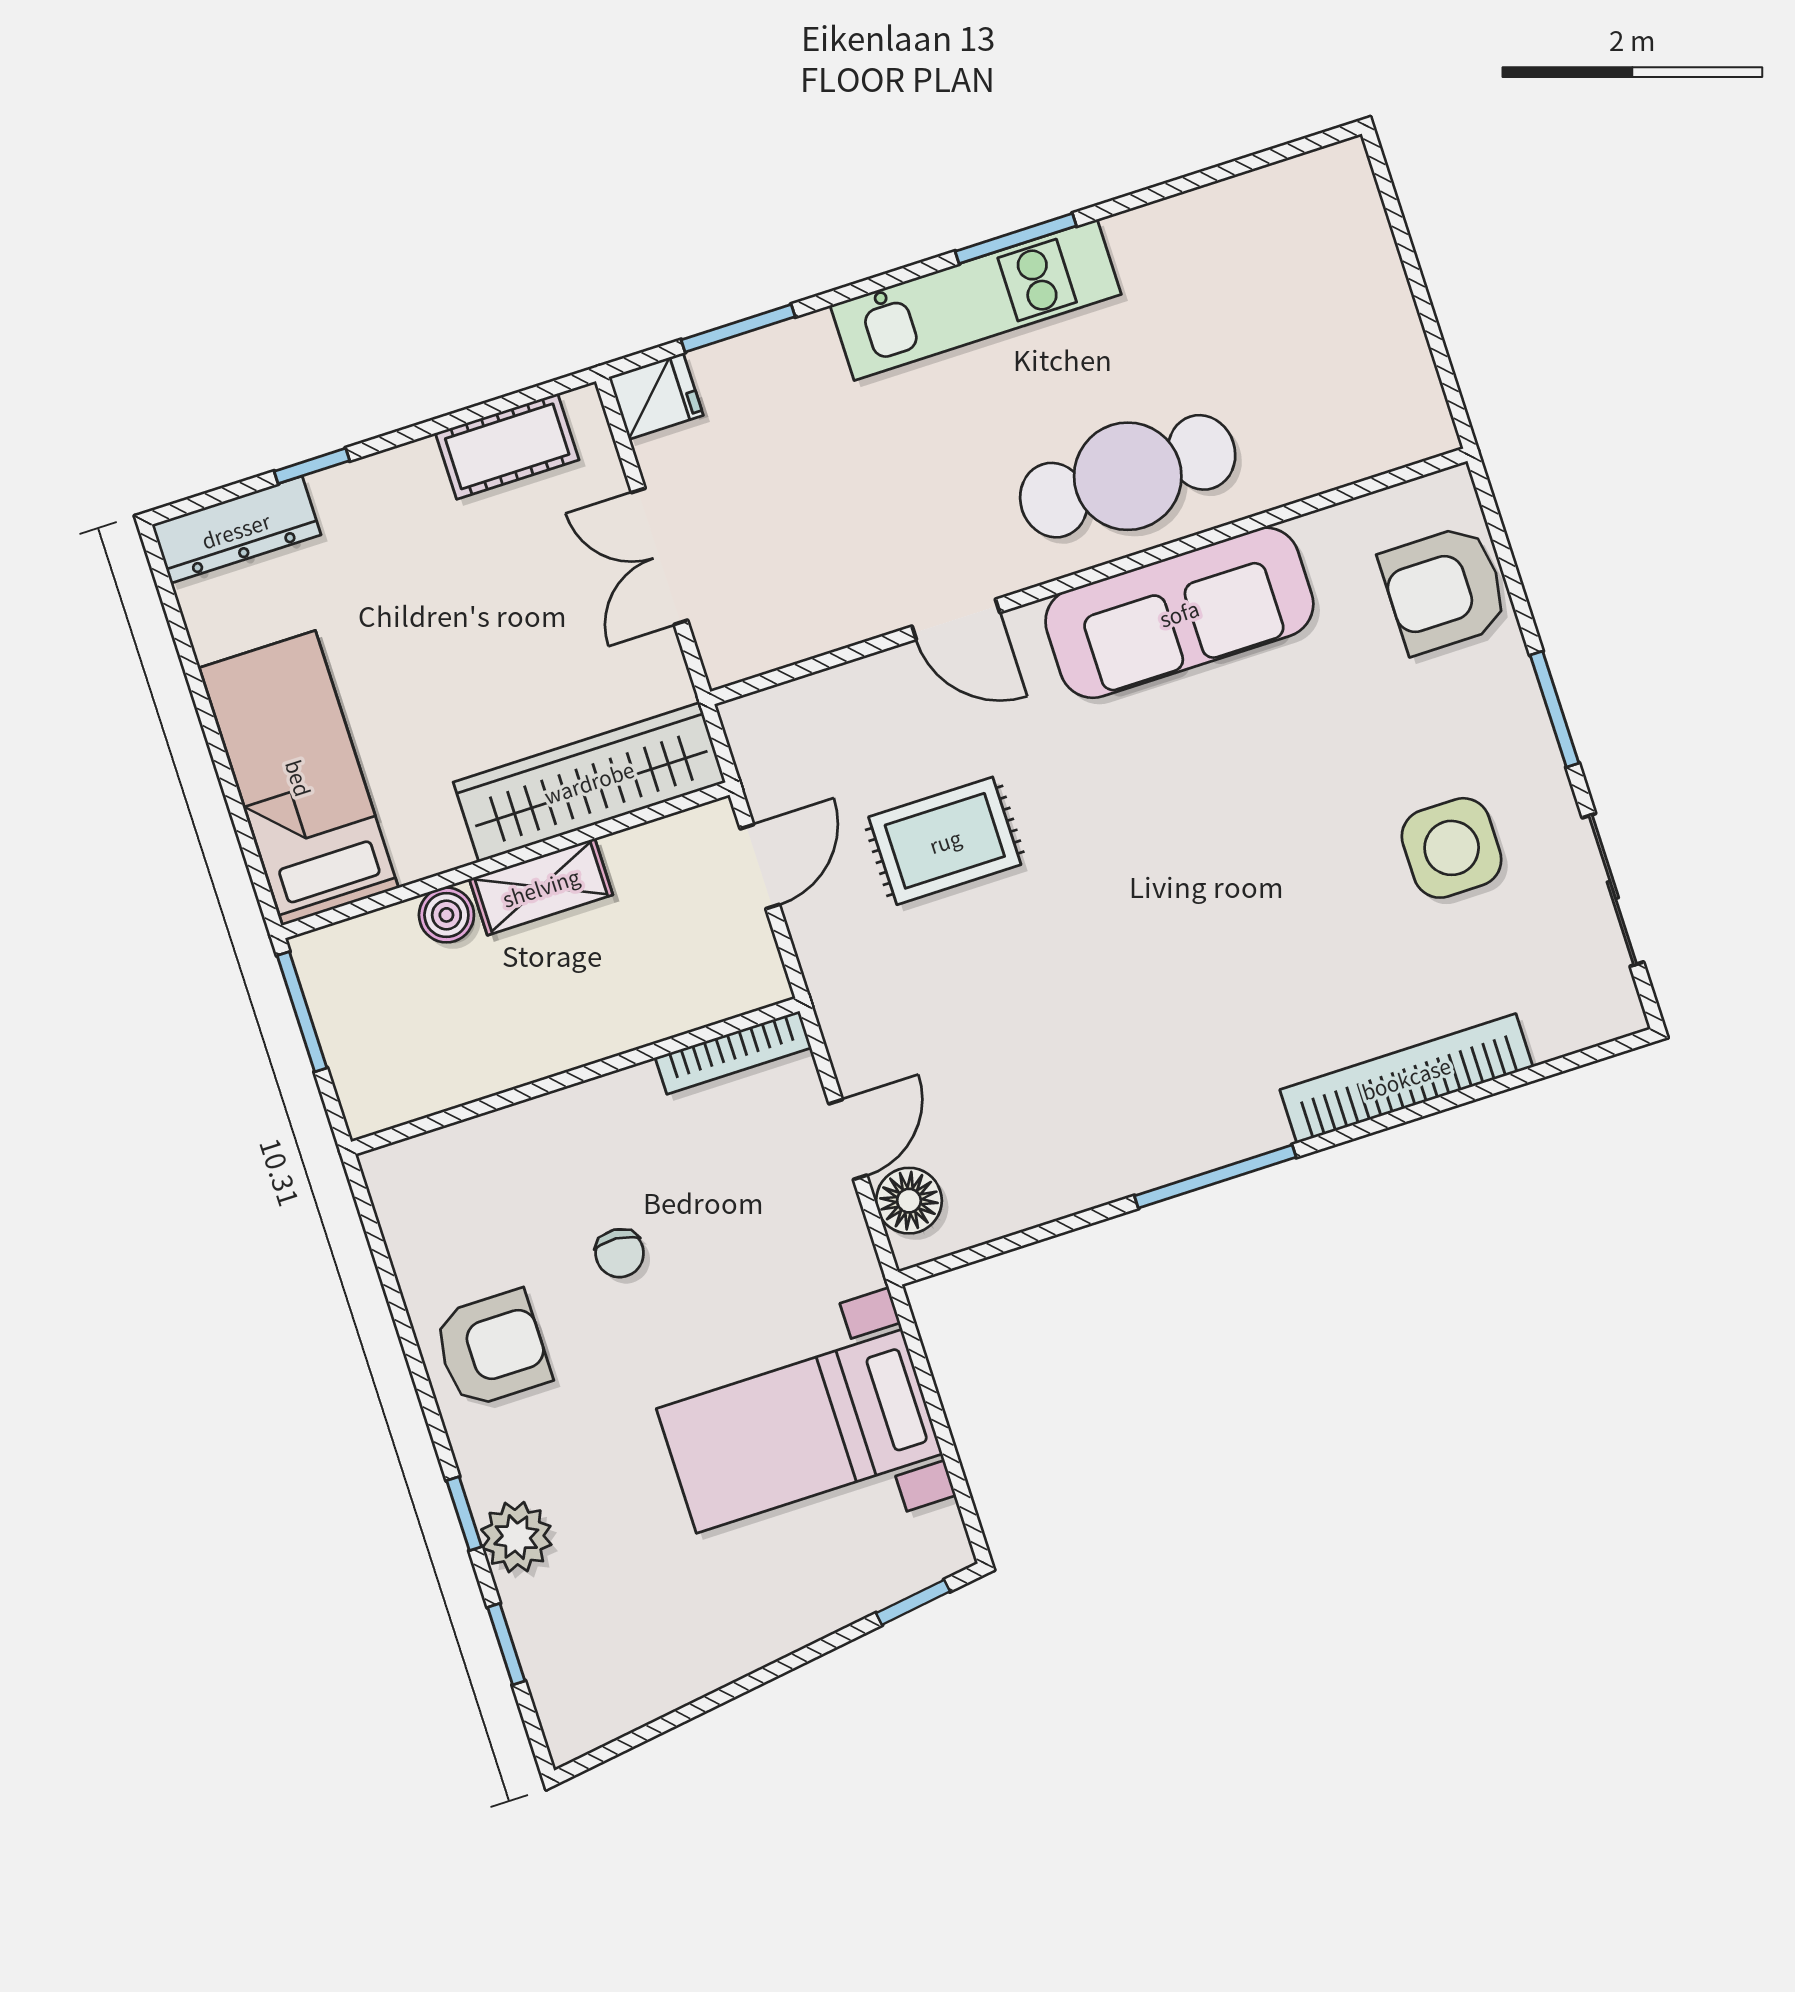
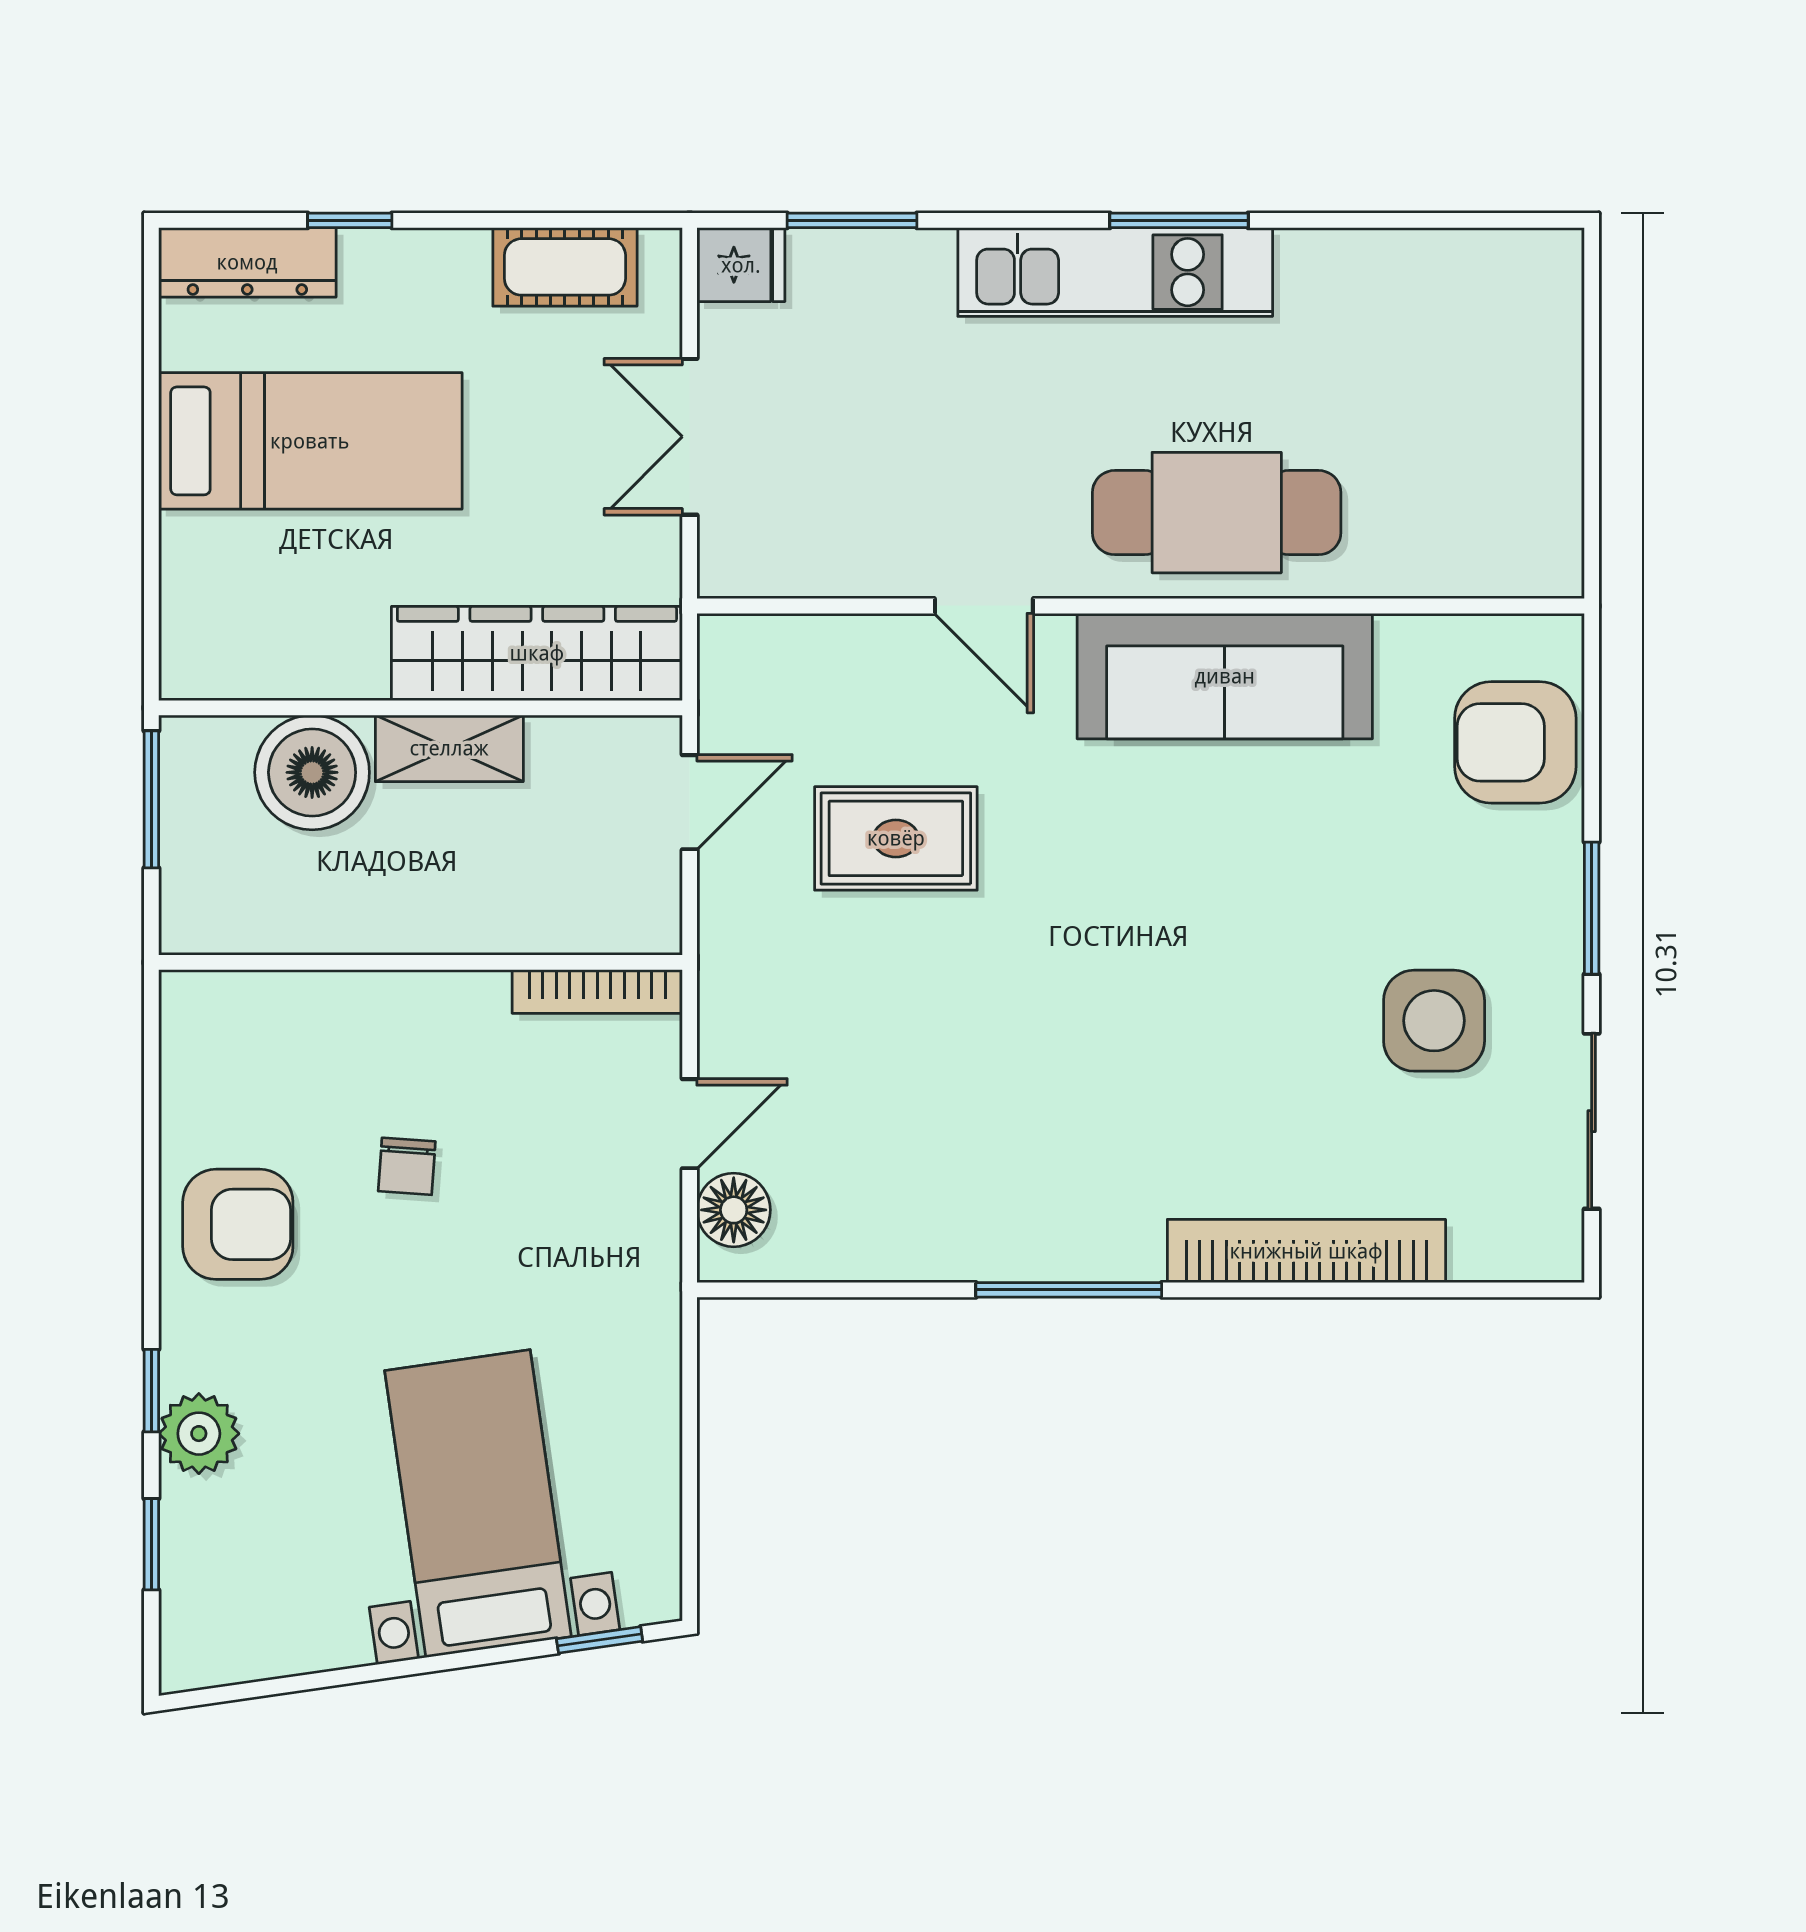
bed: (299, 778) -> (310, 441), moved, turned 90
boiler: (446, 915) -> (312, 772), width x1.86, depth x1.86
bed with nightstands: (799, 1431) -> (478, 1504), moved, turned 82

